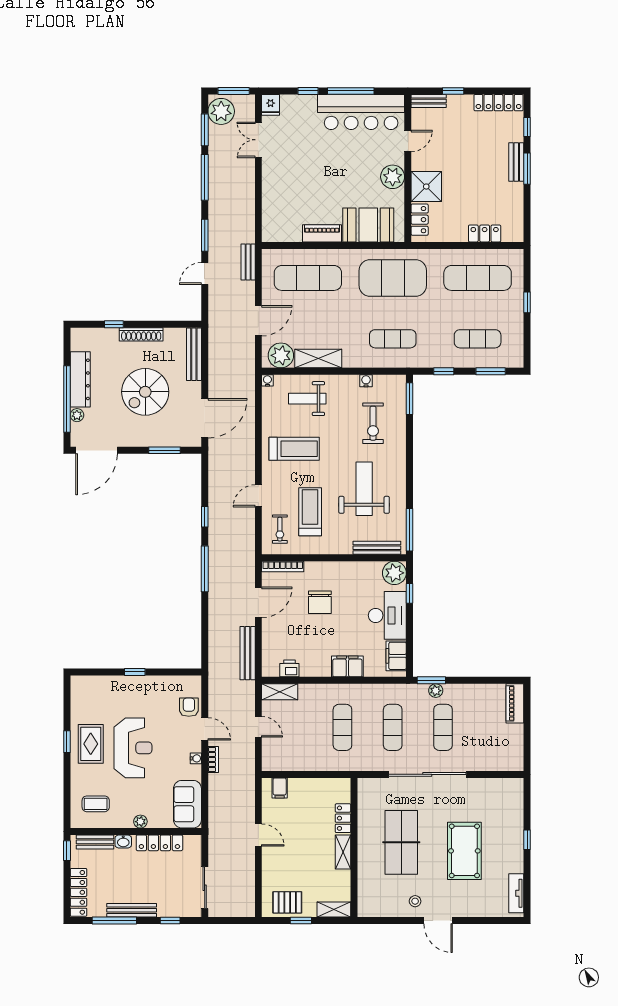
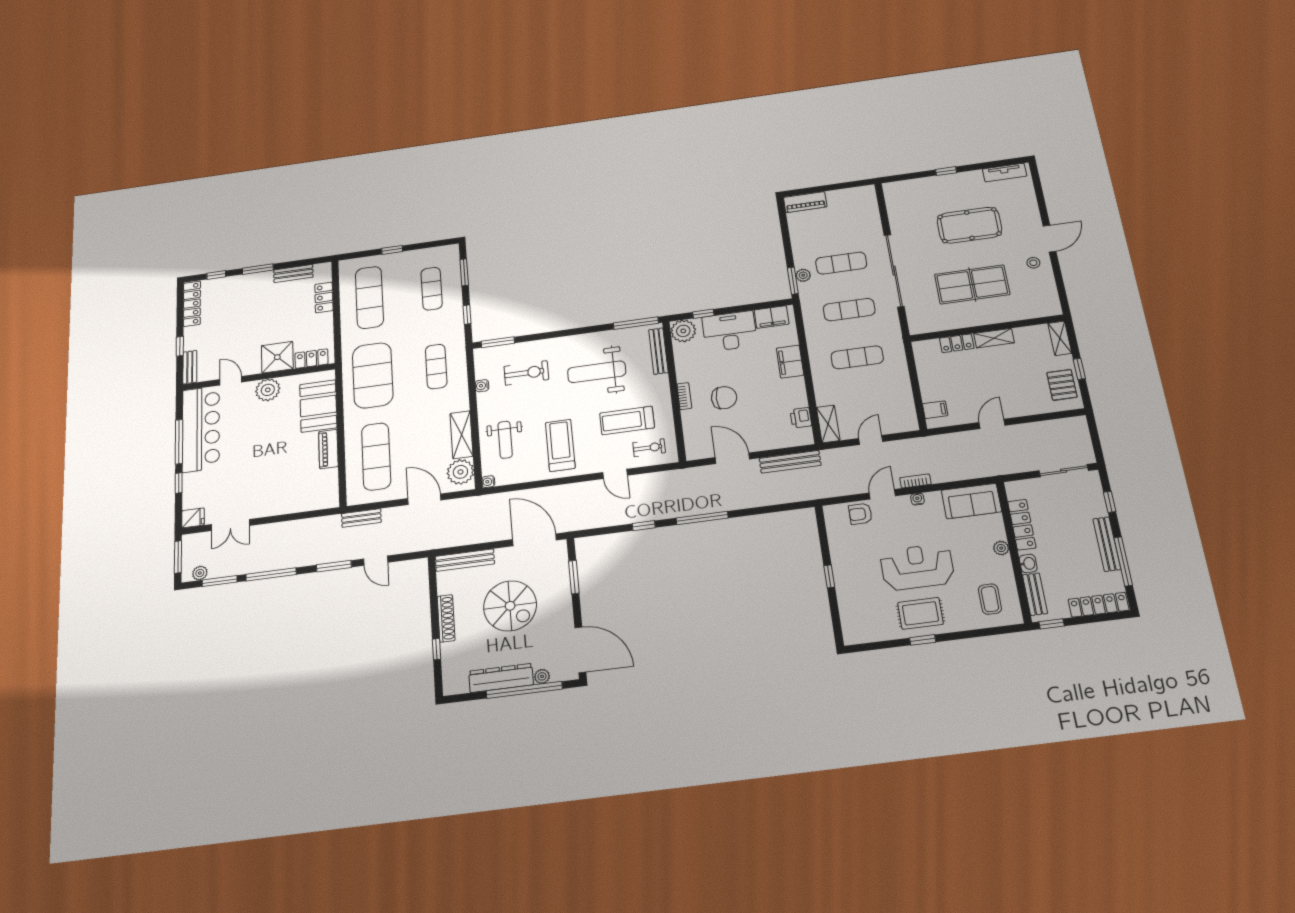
plant: (221, 111) -> (200, 573), width x0.53, depth x0.53
bench: (516, 162) -> (293, 274), moved
bookcase: (283, 566) -> (684, 396), moved, width x0.64

